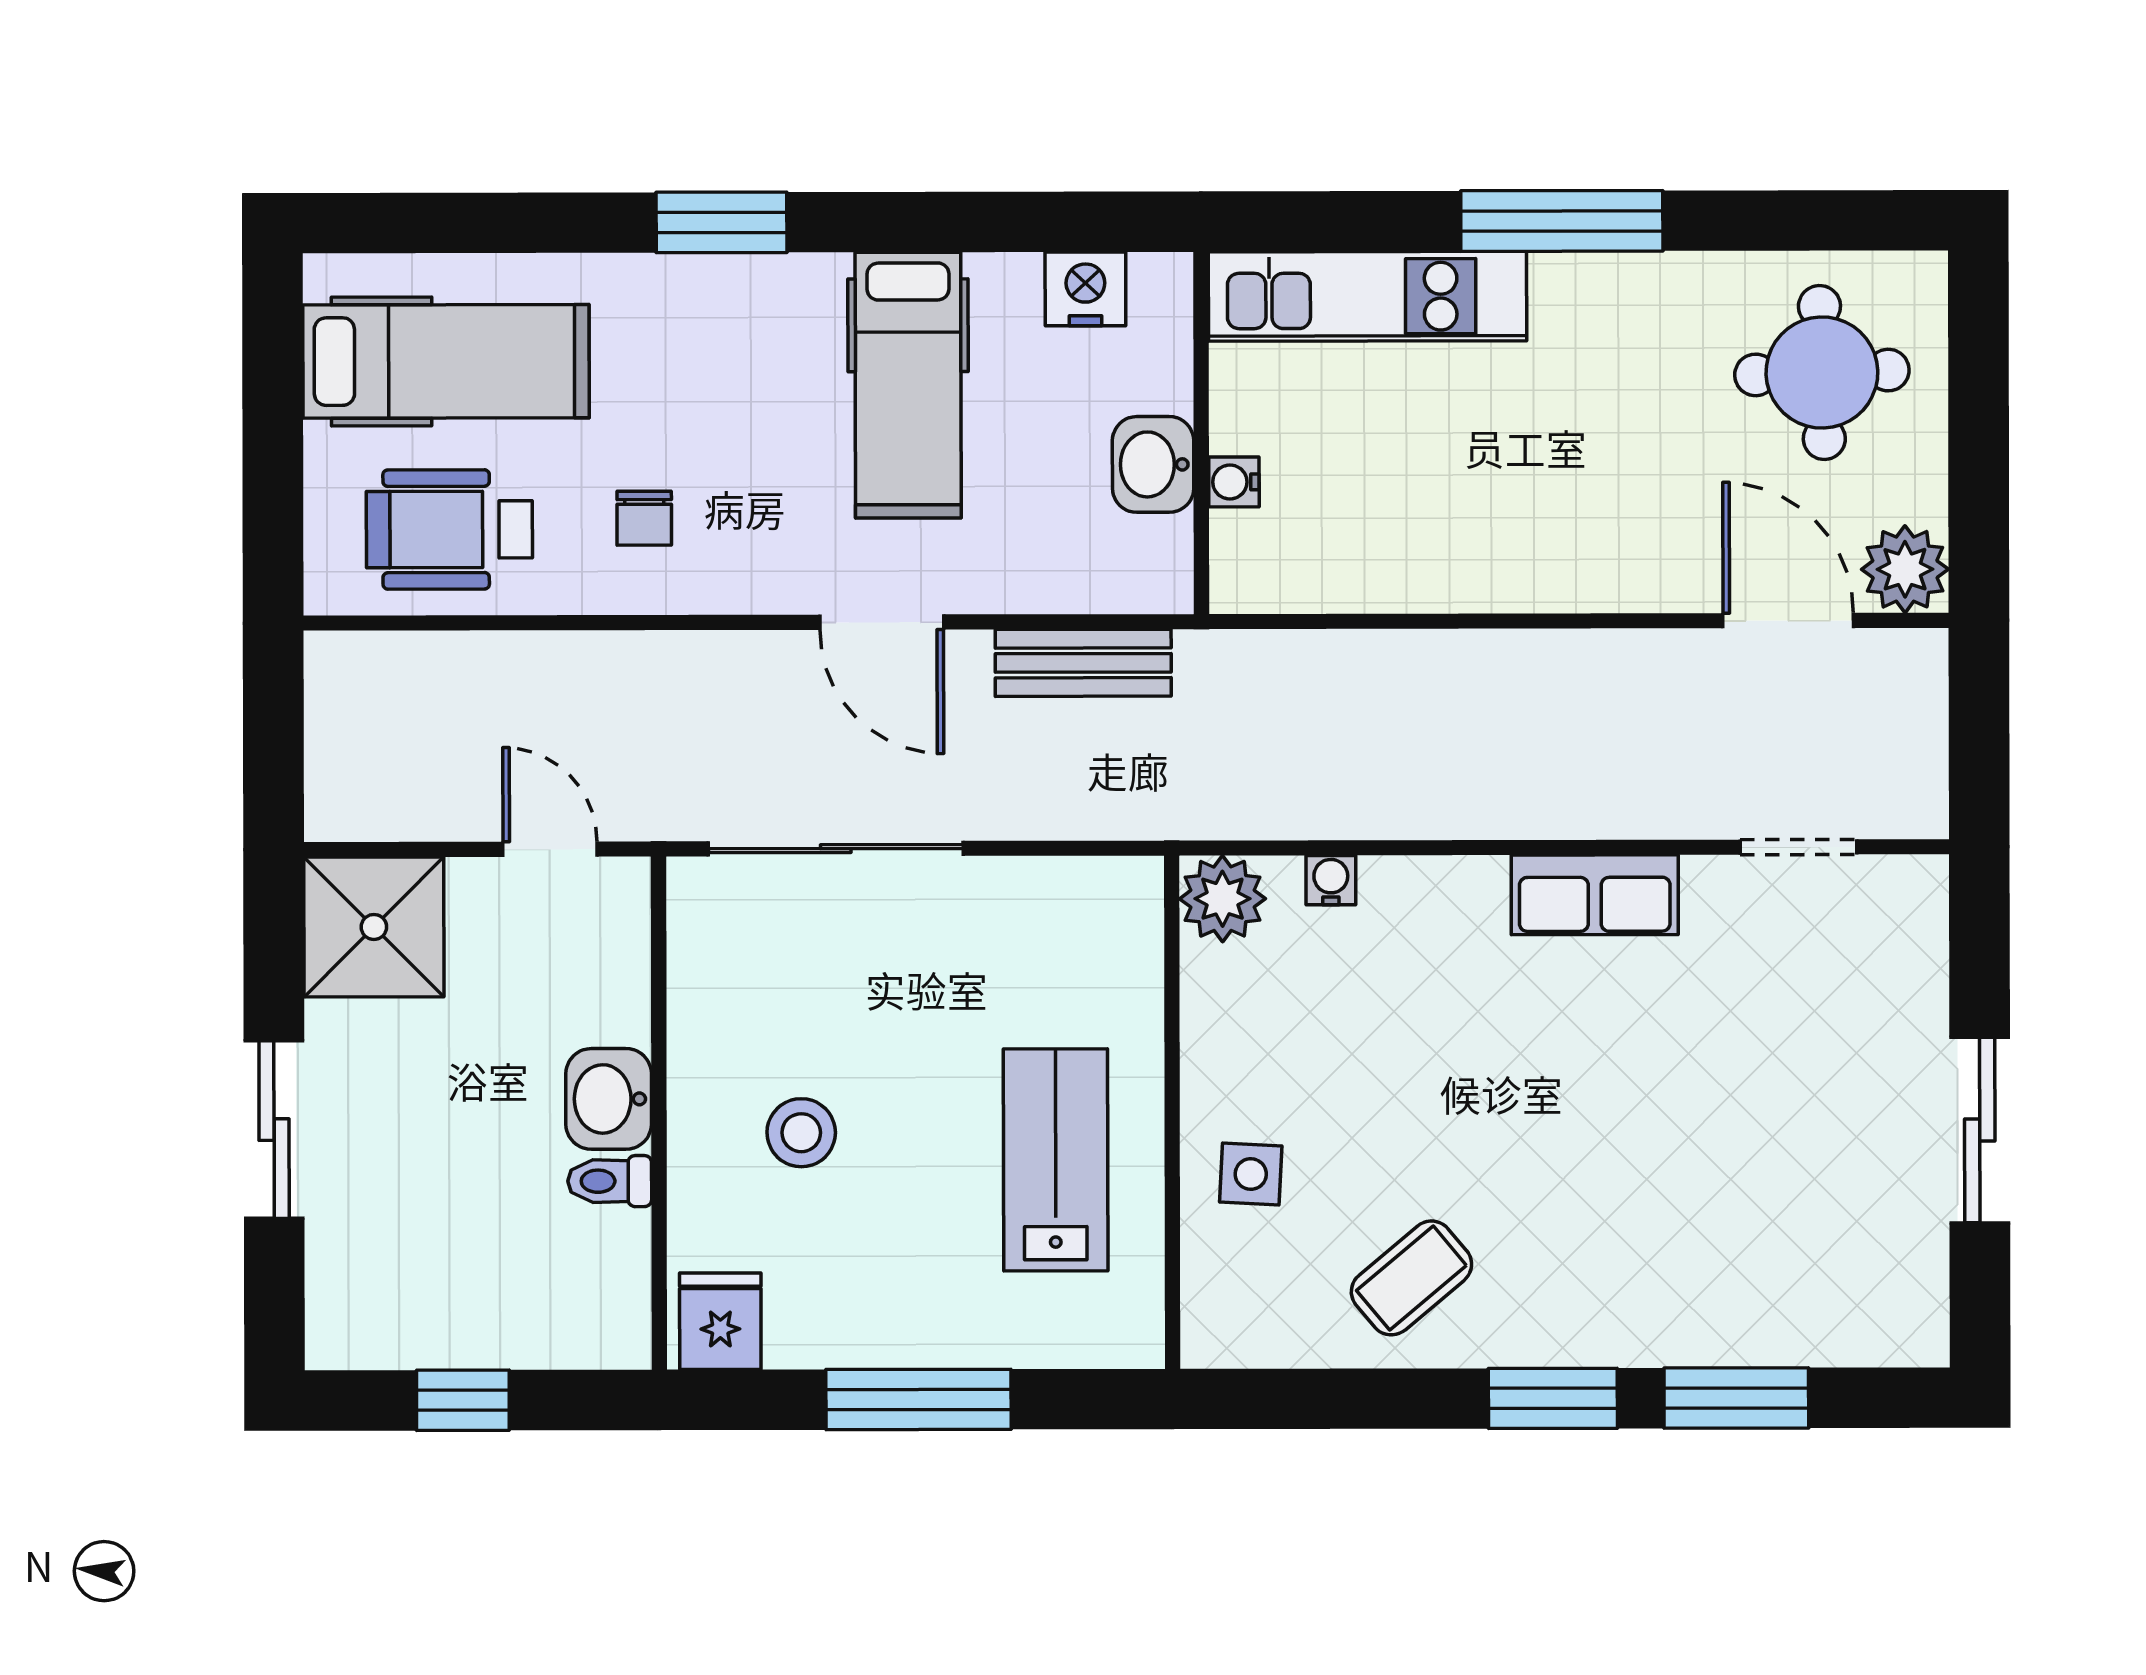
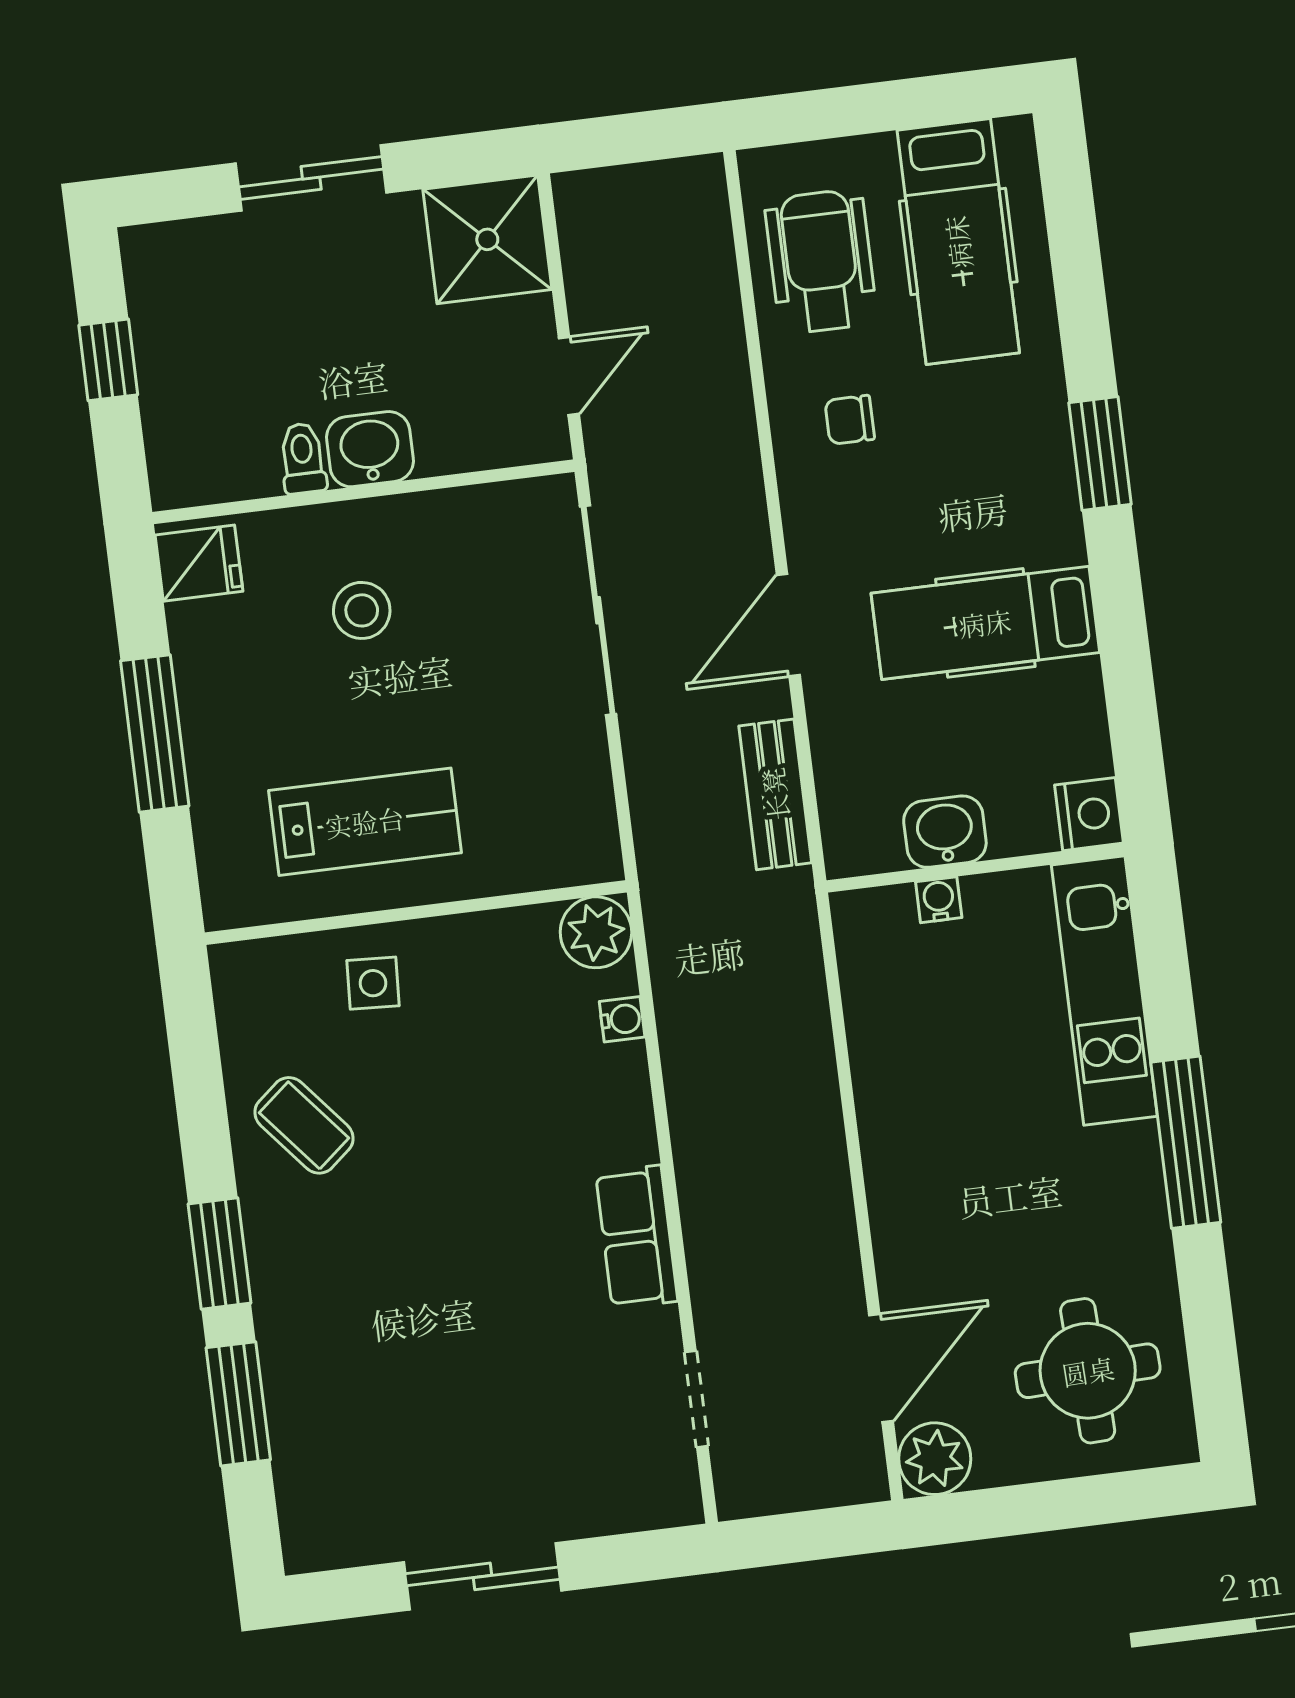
nightstand: (1085, 289) -> (1089, 814), moved

